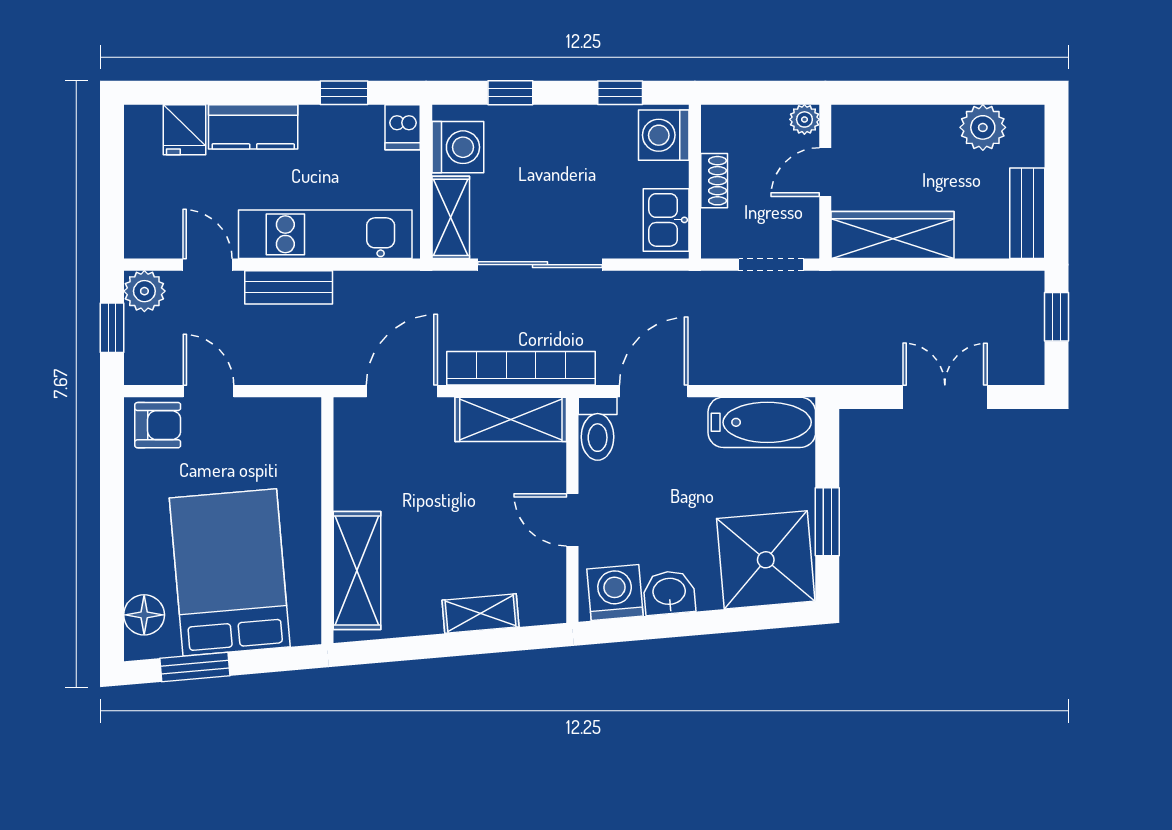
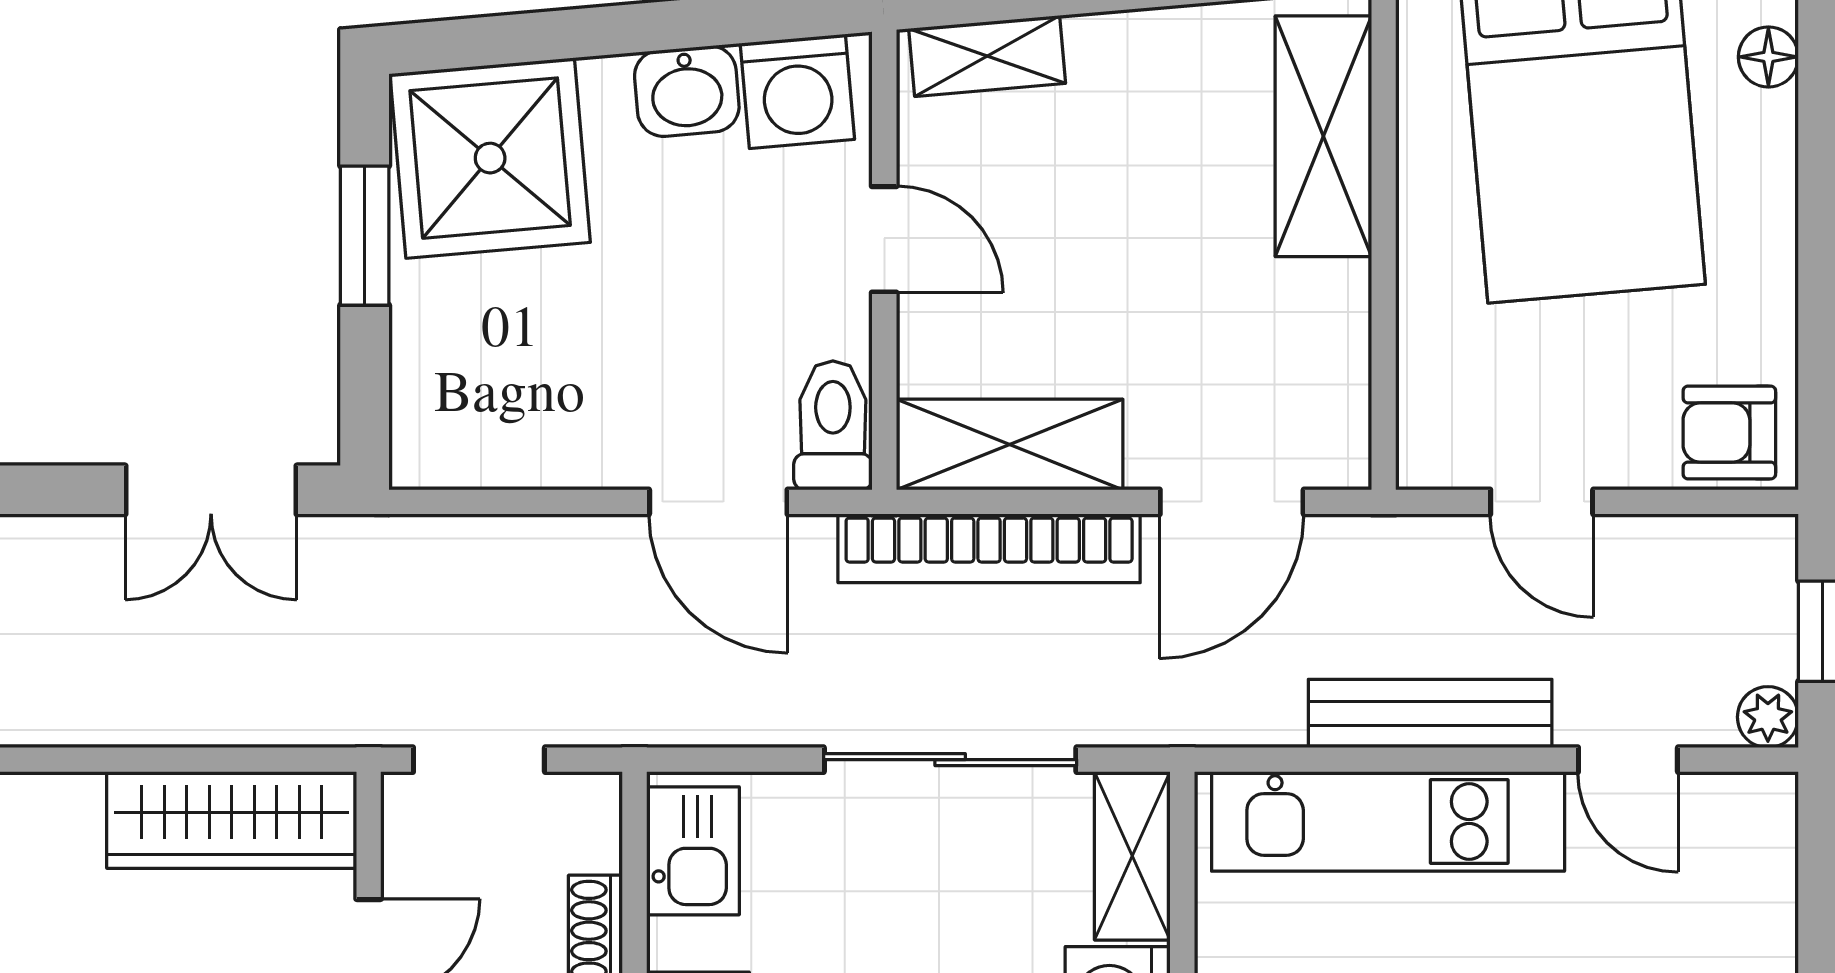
bench: (289, 287) -> (1430, 713), width x1.36
plant: (144, 291) -> (1768, 717), width x0.73, depth x0.73
door: (208, 391) -> (1542, 502), moved
door: (654, 391) -> (718, 502), hinge flipped
double door: (945, 397) -> (211, 490), moved
bathtub: (762, 422) -> (498, 438), removed
shelving: (480, 613) -> (987, 56), moved
floor lamp: (144, 615) -> (1768, 57), width x0.73, depth x0.73

